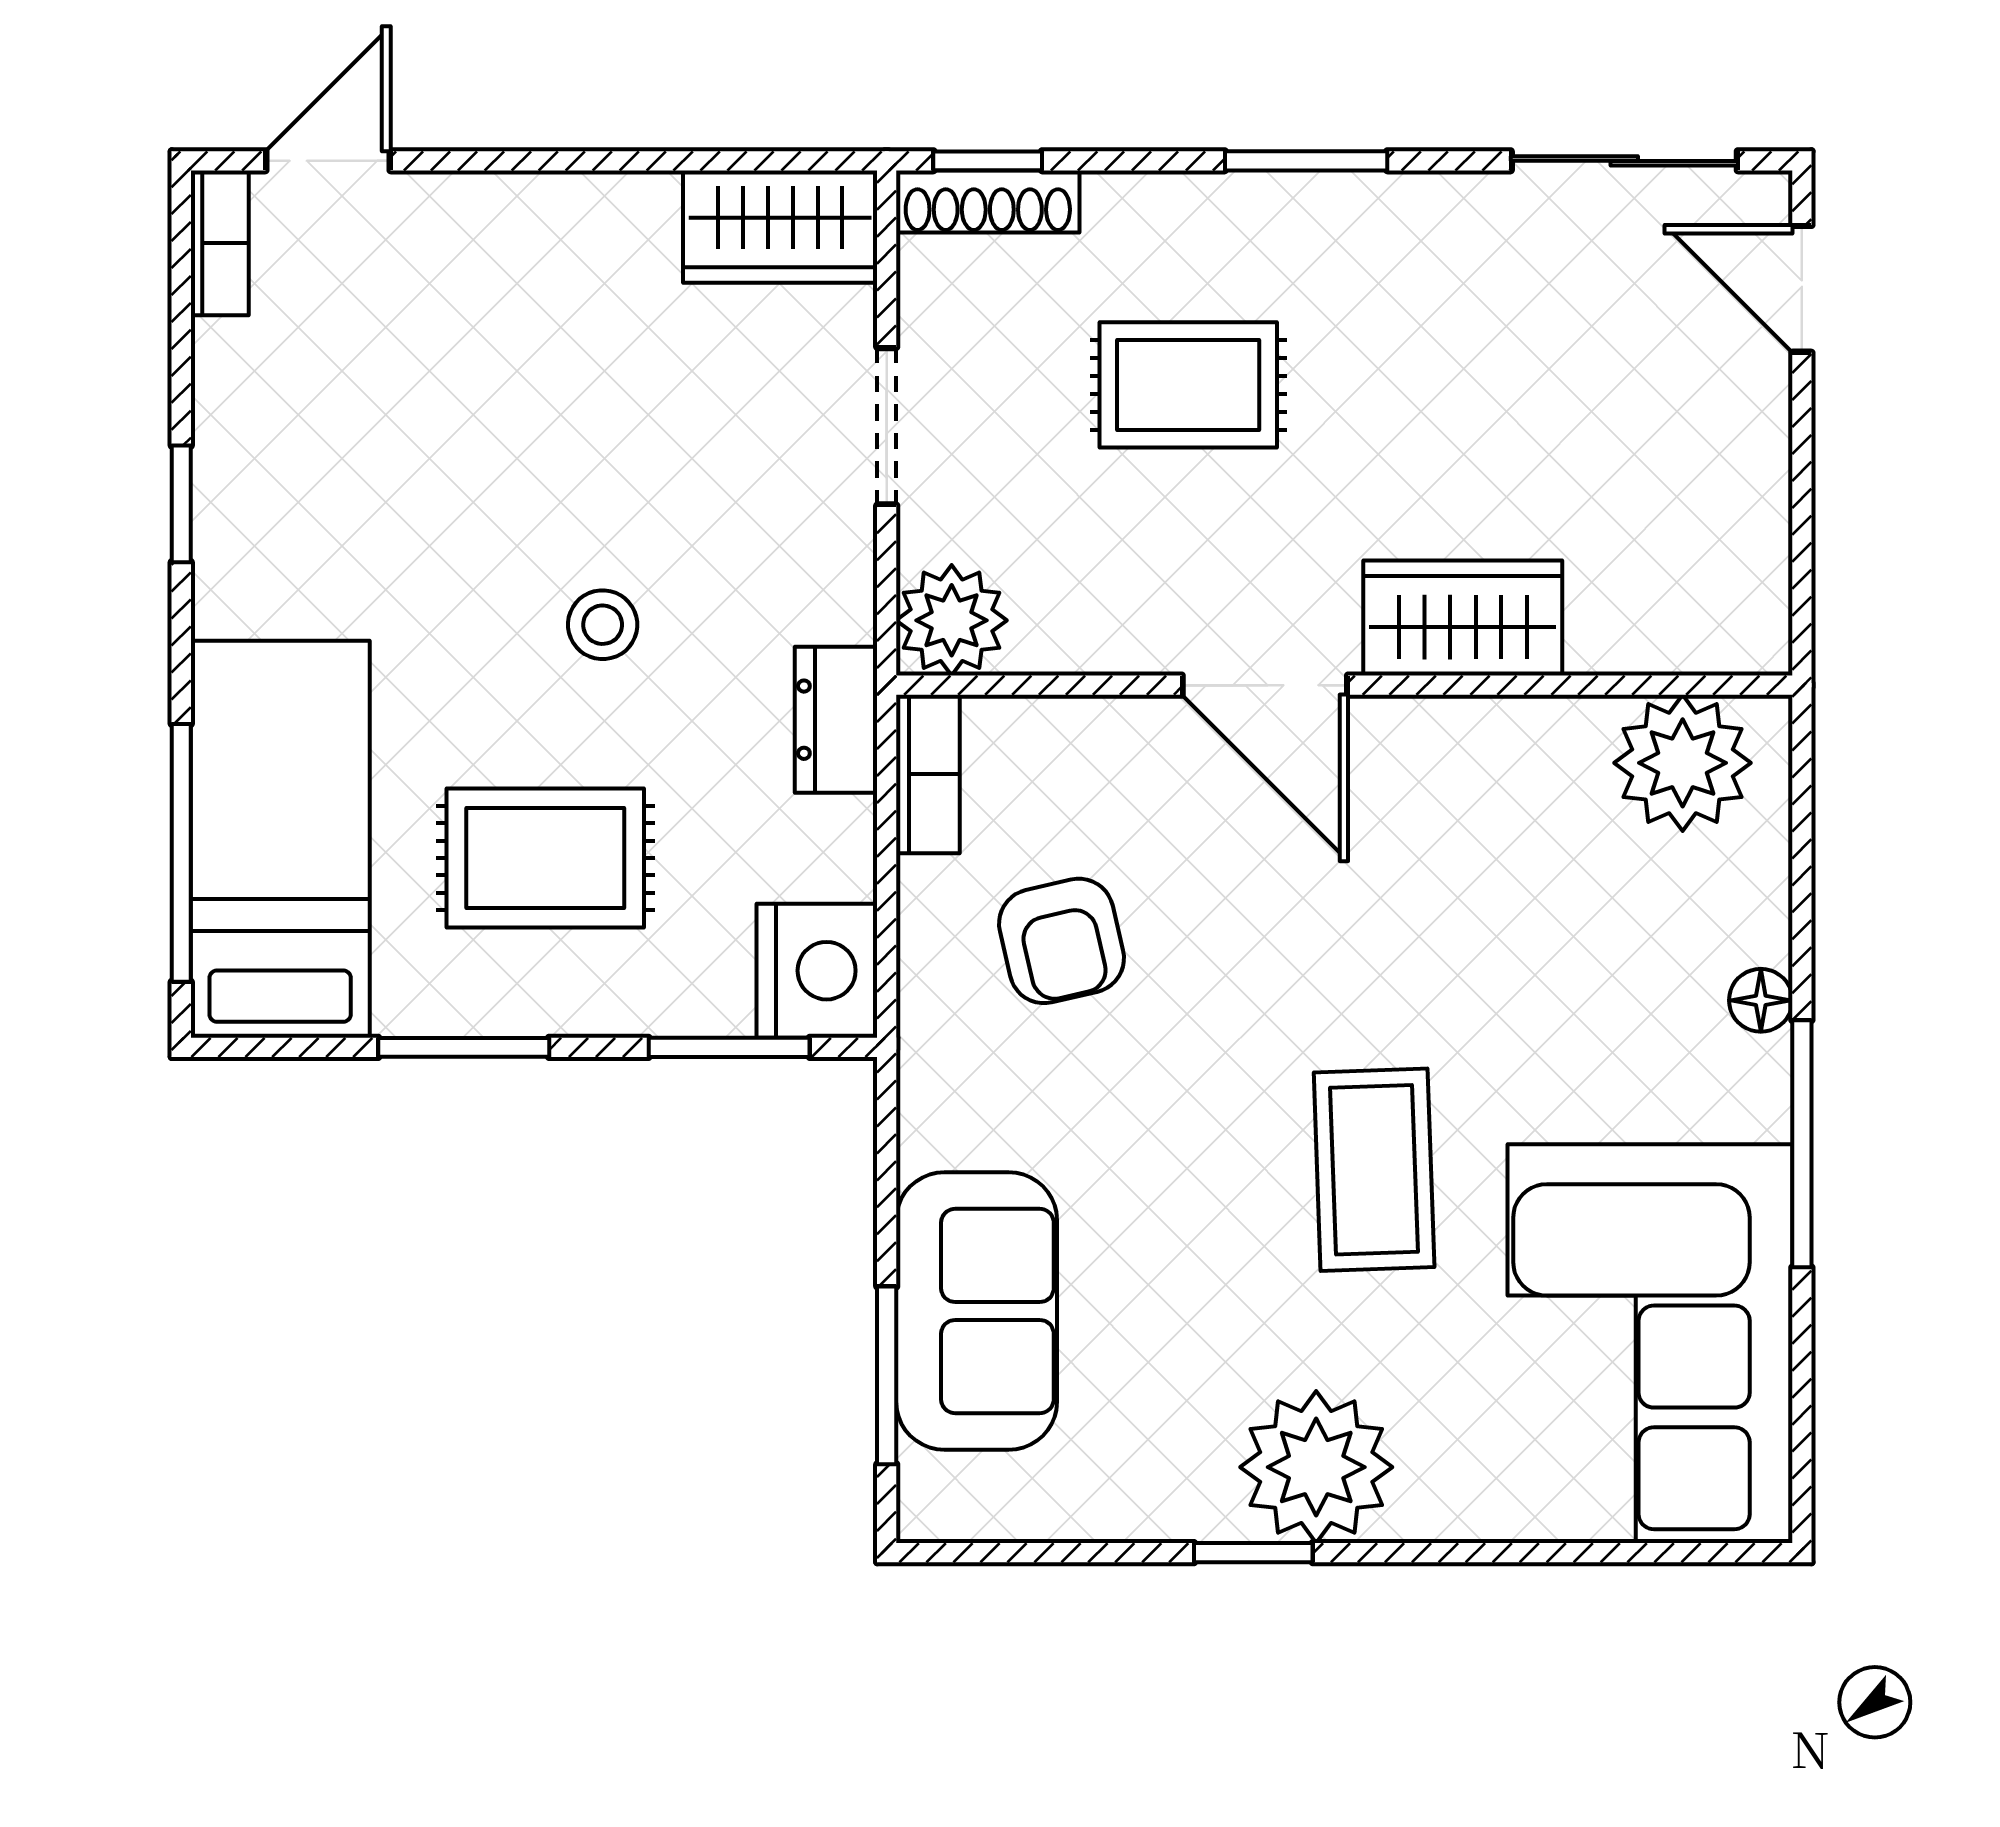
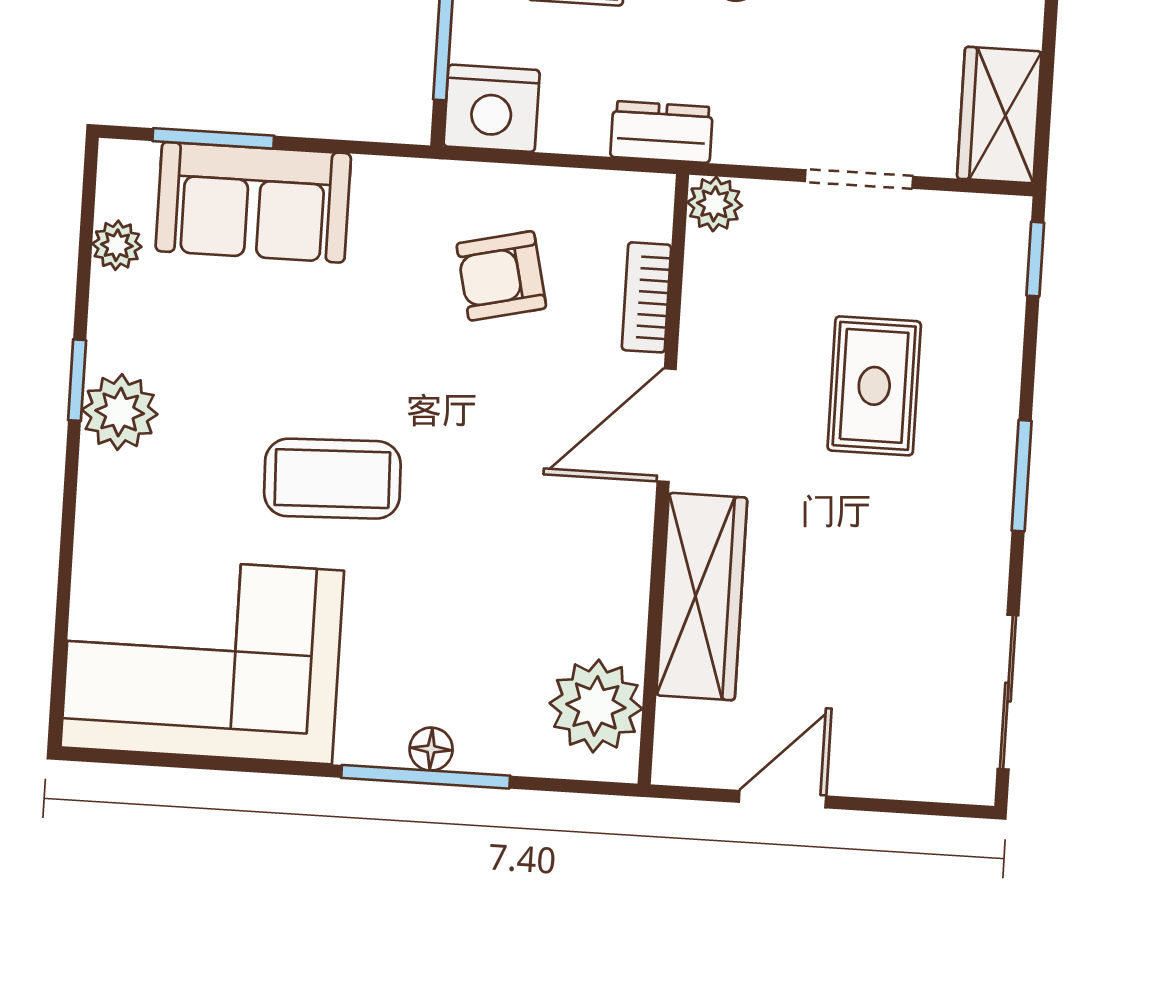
shoe rack: (988, 201) -> (1008, 257), removed
door: (1802, 289) -> (782, 799), moved
wardrobe: (1463, 618) -> (702, 597), width x1.50
plant: (952, 620) -> (715, 204), width x0.73, depth x0.73
bookcase: (928, 774) -> (647, 297), moved, turned 90
window: (1802, 1144) -> (426, 777), moved
plant: (1316, 1467) -> (120, 412), width x0.73, depth x0.73
plant: (1052, 1507) -> (117, 245), added

